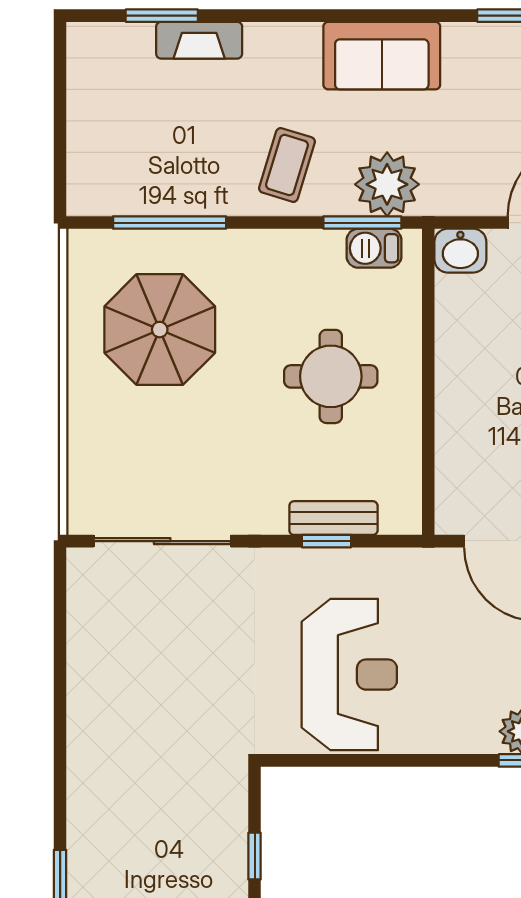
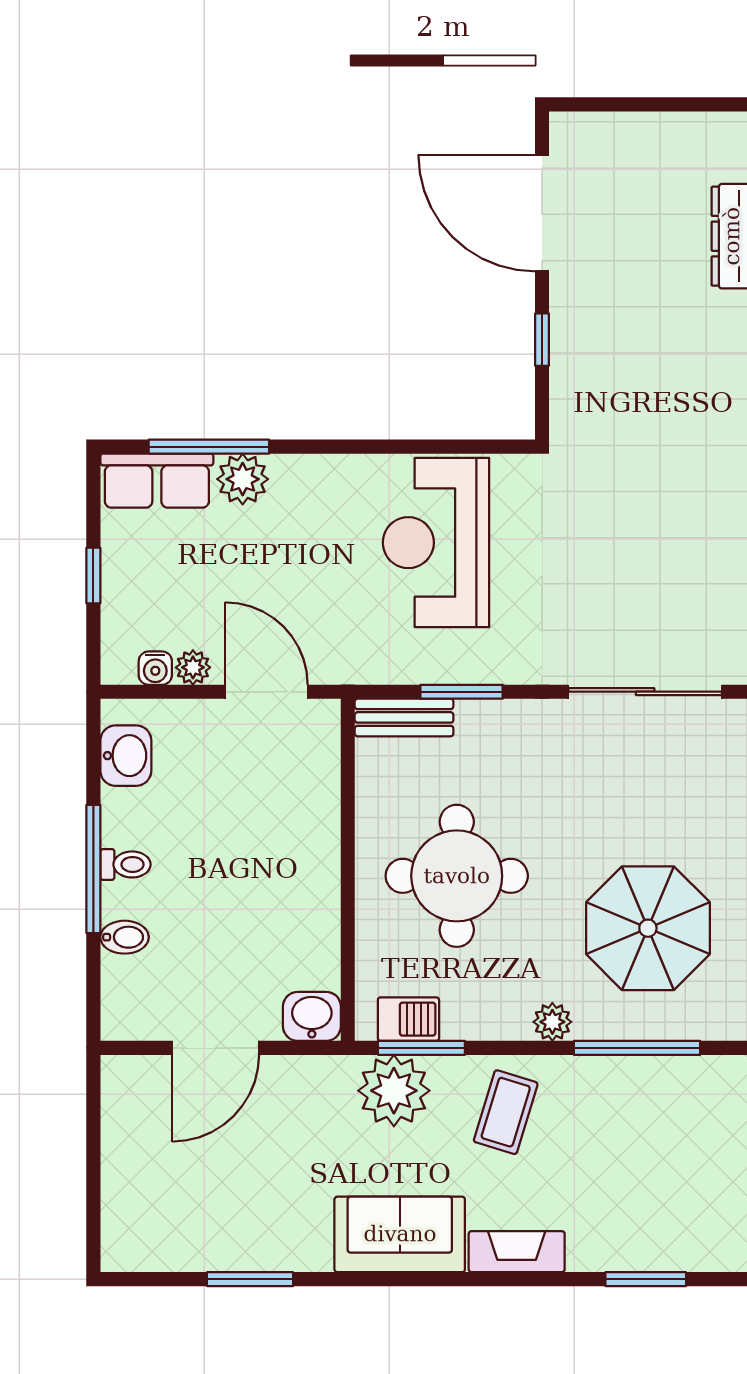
fireplace: (199, 40) -> (517, 1252), moved
plant: (245, 246) -> (552, 1022), added
round table: (331, 376) -> (457, 876), width x1.36, depth x1.36
bench: (333, 518) -> (404, 717), moved
window: (327, 541) -> (462, 692), width x1.50

